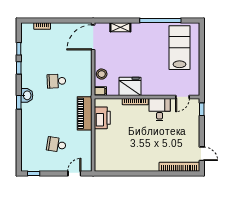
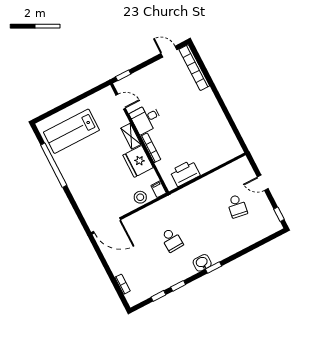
shelving: (120, 27) -> (131, 136), moved
piano: (85, 113) -> (190, 194), removed
door: (202, 154) -> (169, 52), hinge flipped
door: (74, 174) -> (263, 183), moved

